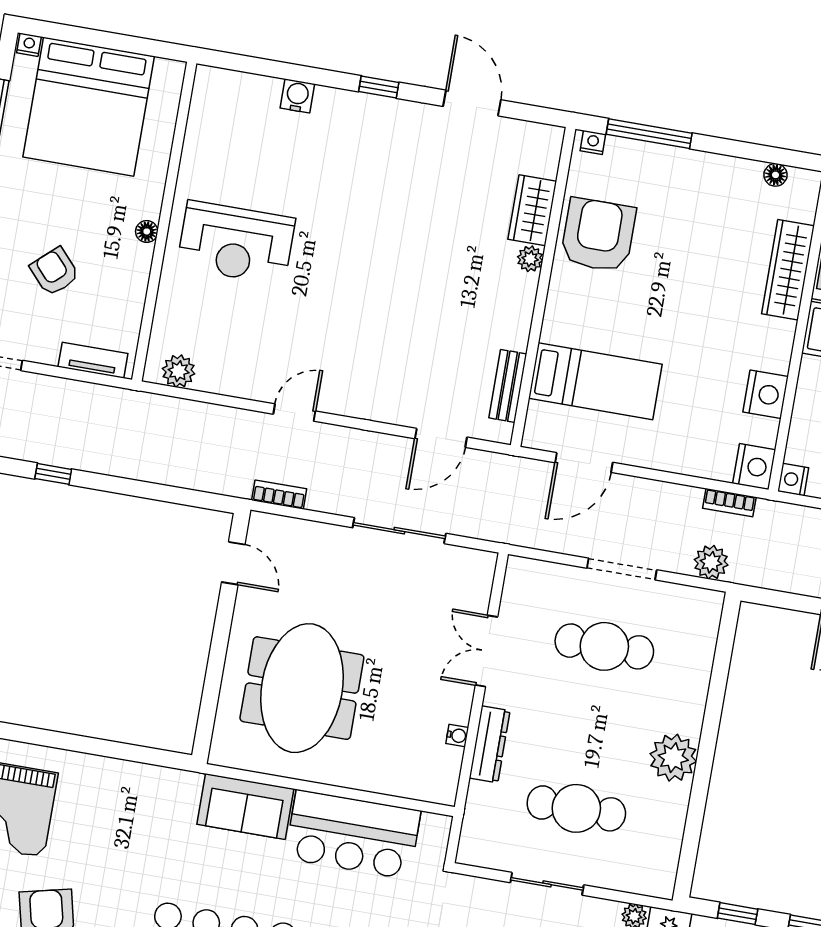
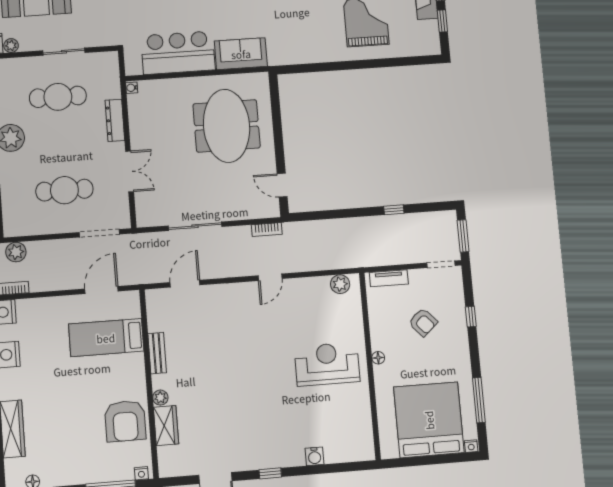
bench: (508, 386) -> (157, 353), moved
doorway: (622, 569) -> (99, 233), moved
water cooler: (457, 736) -> (132, 88), moved

